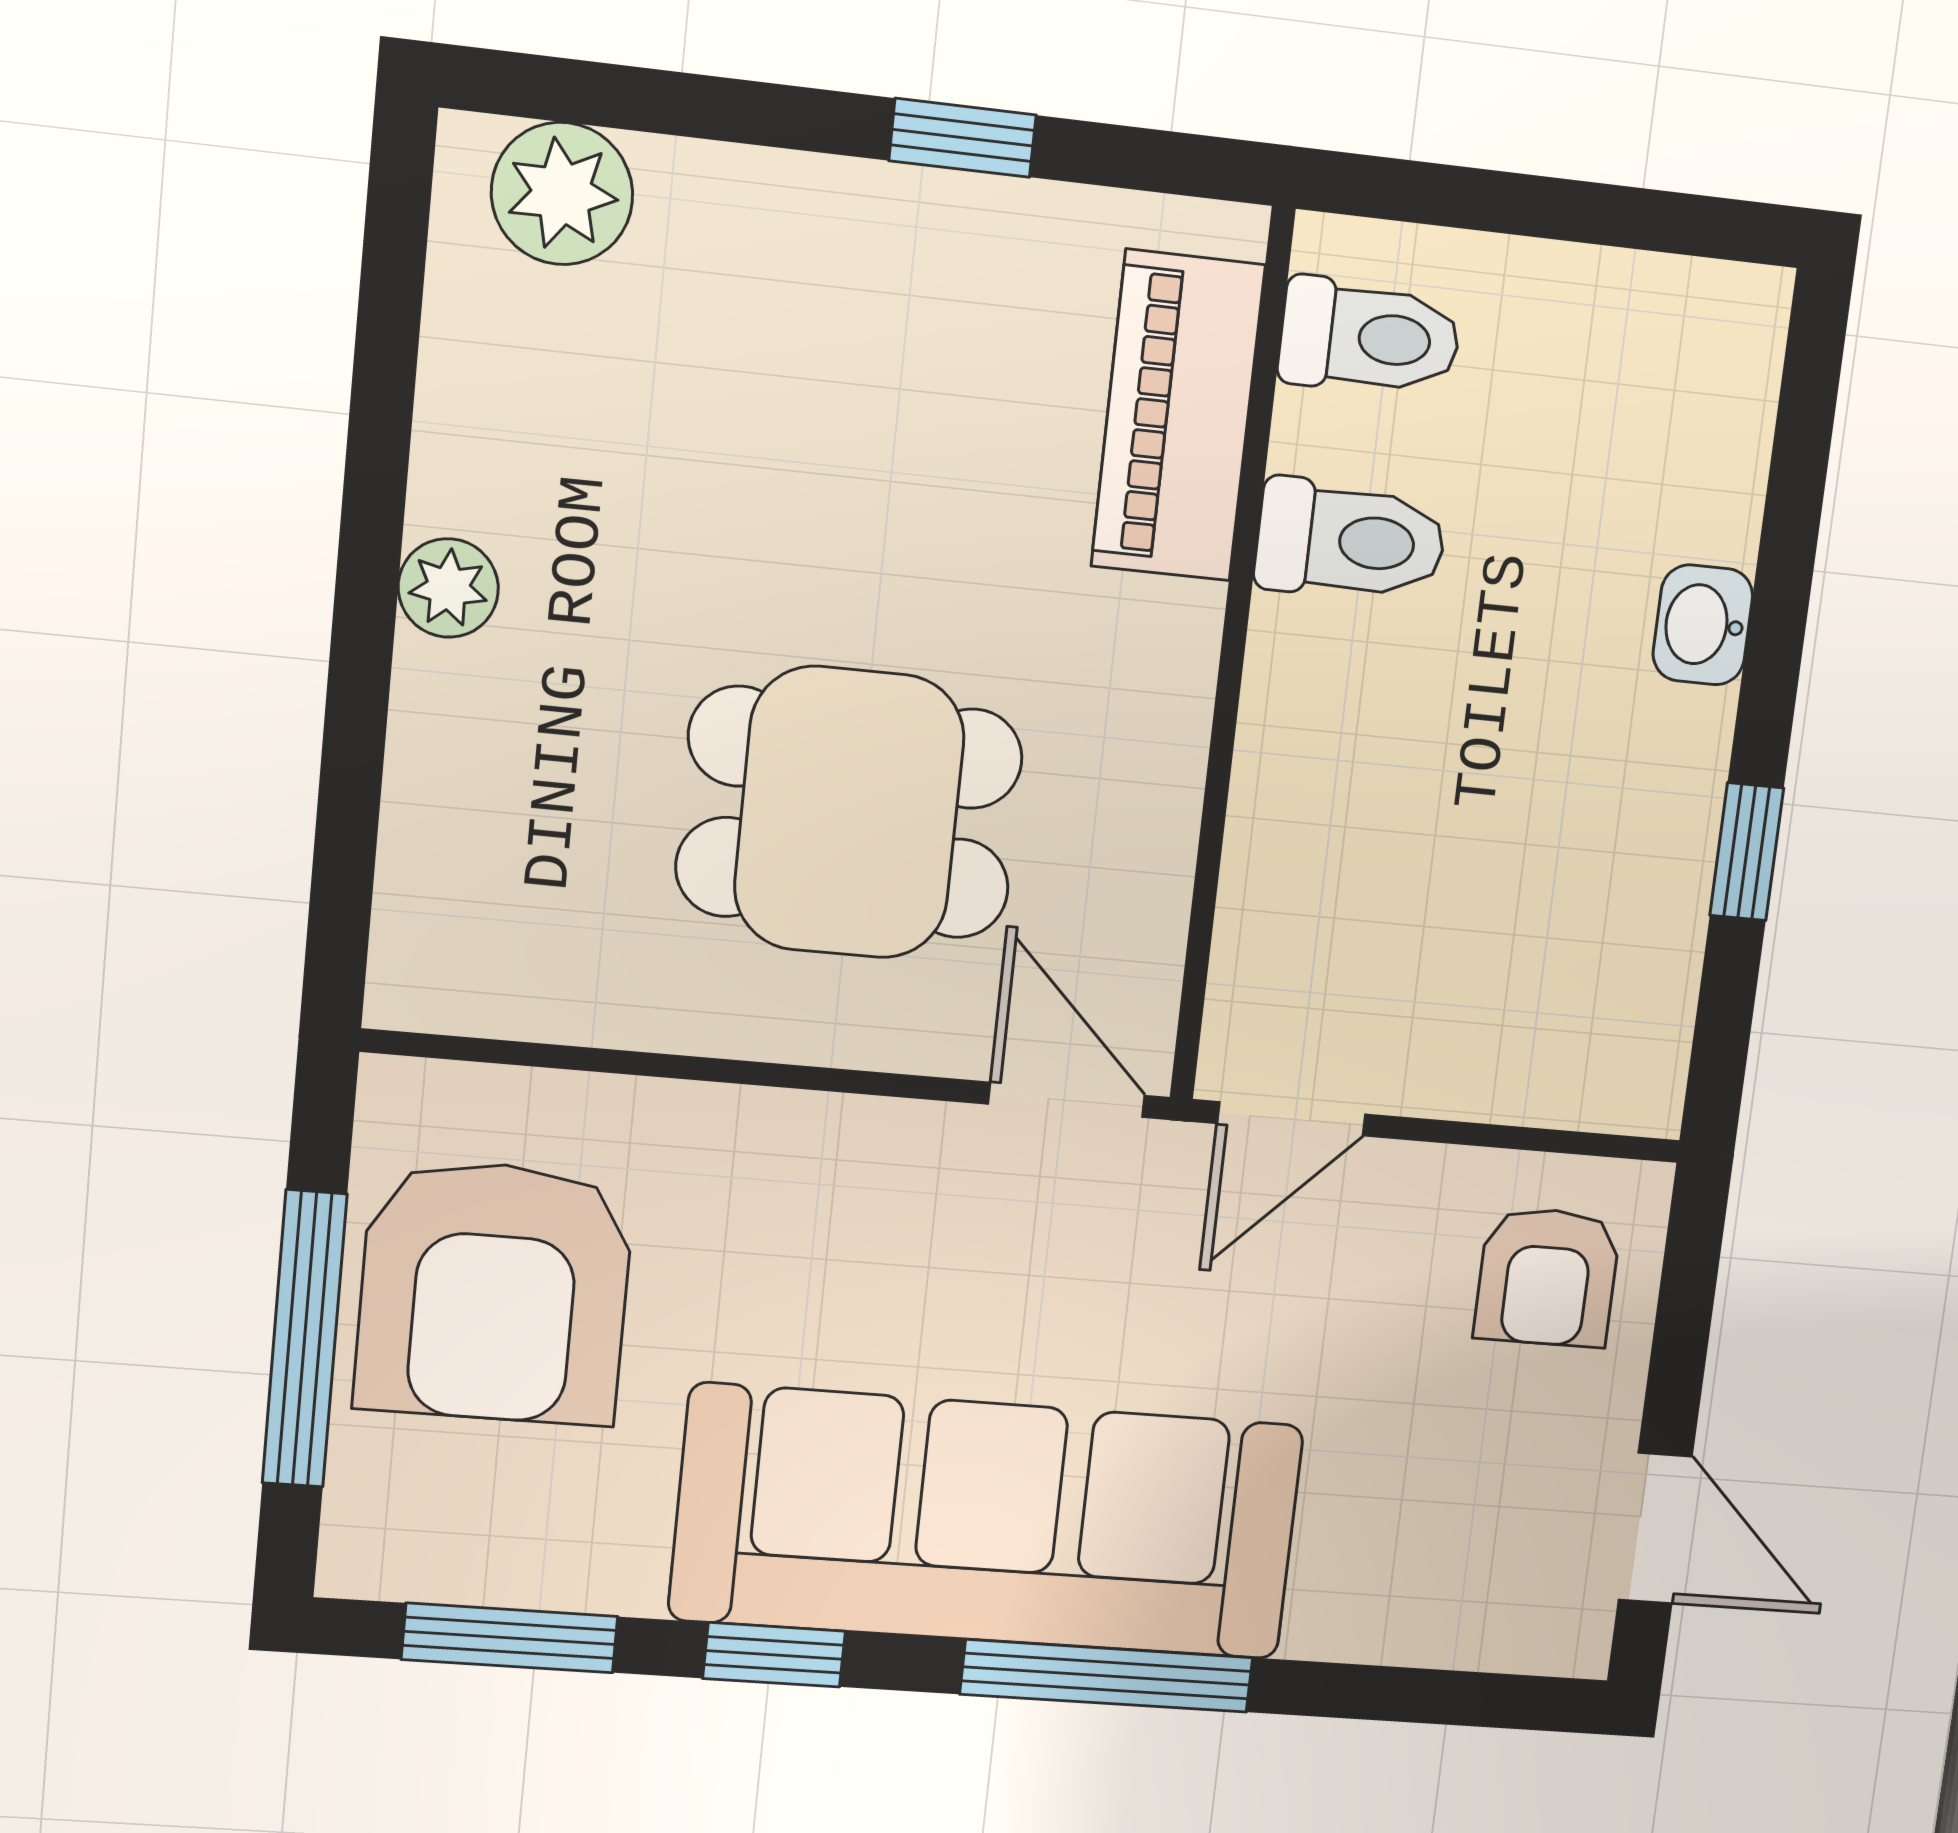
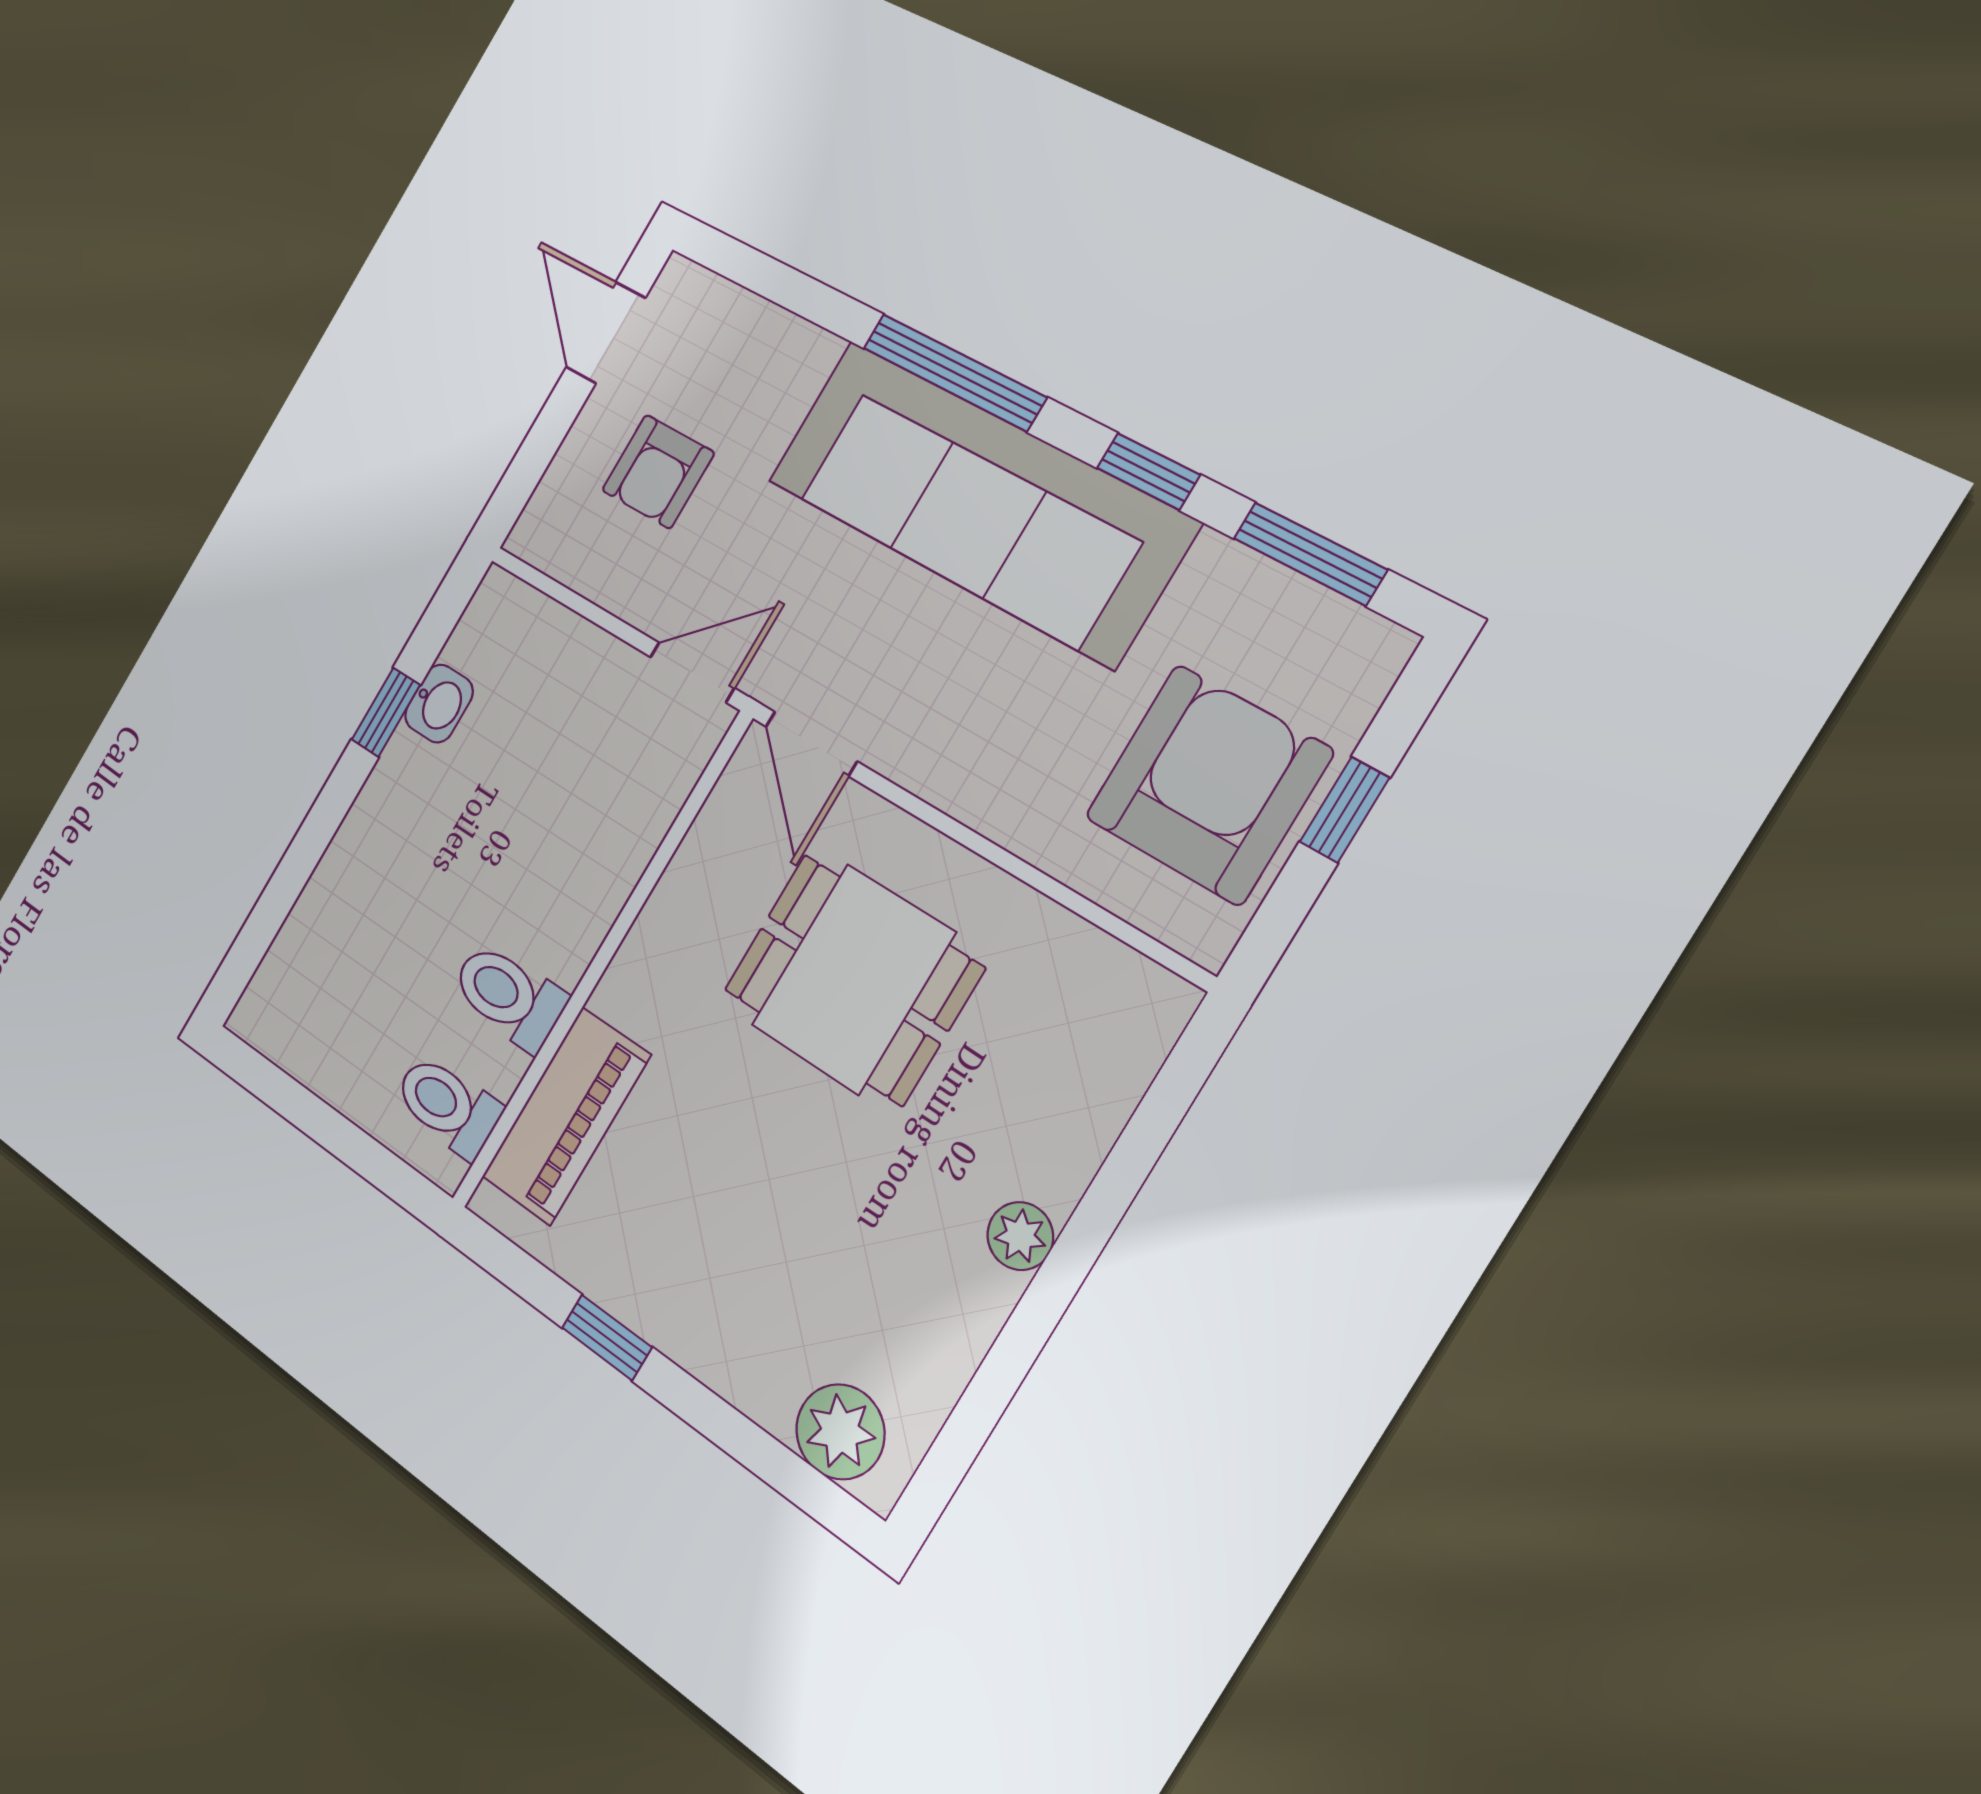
washbasin: (1703, 625) -> (439, 704), moved
armchair: (1547, 1277) -> (658, 472), moved, turned 180
window: (305, 1339) -> (1345, 810), width x0.46

